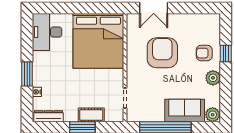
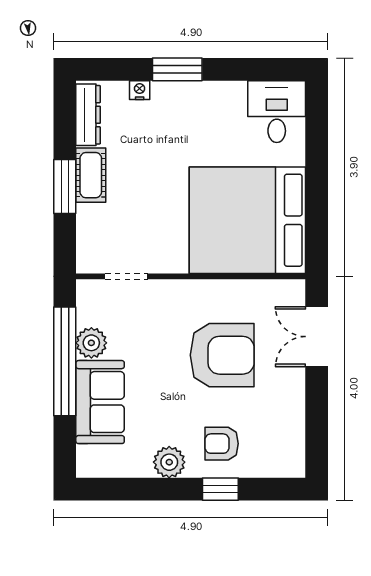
desk: (47, 32) -> (277, 112), width x0.73
armchair: (204, 53) -> (222, 444), turned -90
cot: (91, 115) -> (91, 175), moved
plant: (213, 115) -> (91, 343), moved

